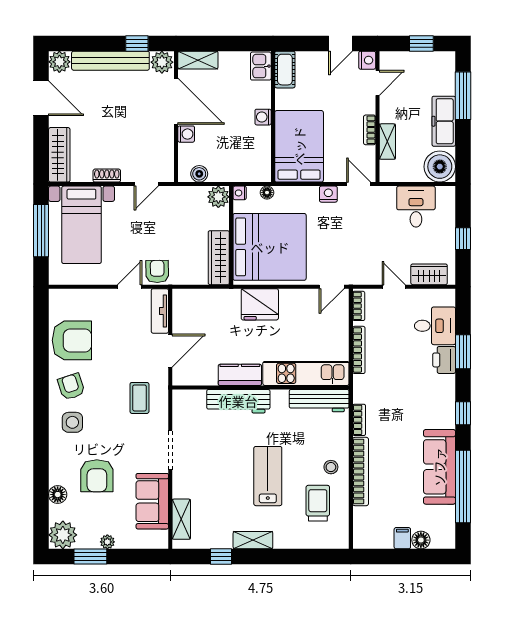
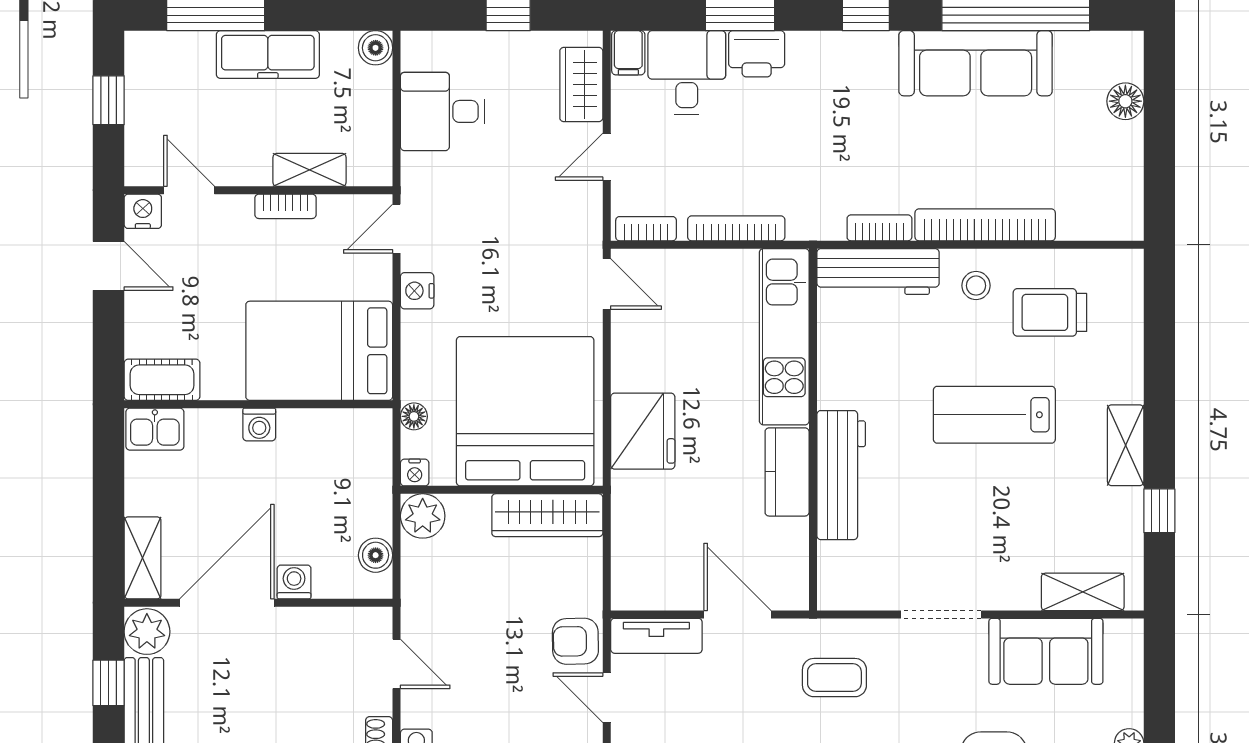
boiler: (440, 167) -> (376, 48), width x0.54, depth x0.54
workbench: (319, 401) -> (878, 272), moved, turned 90
filing cabinet: (402, 538) -> (628, 53), moved, turned -90

